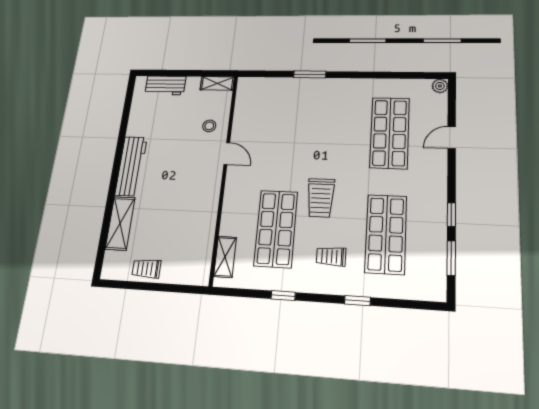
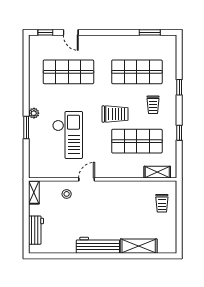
plant: (440, 86) -> (34, 113), moved
checkout: (294, 129) -> (68, 135), added
window: (451, 215) -> (45, 32), moved
trolley: (146, 269) -> (162, 203), moved

